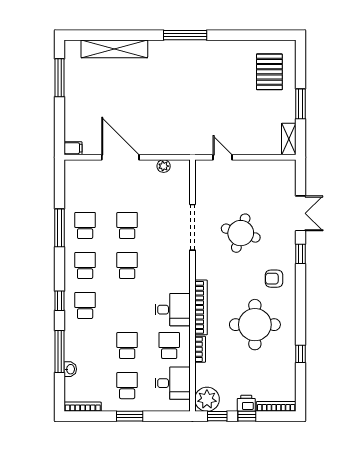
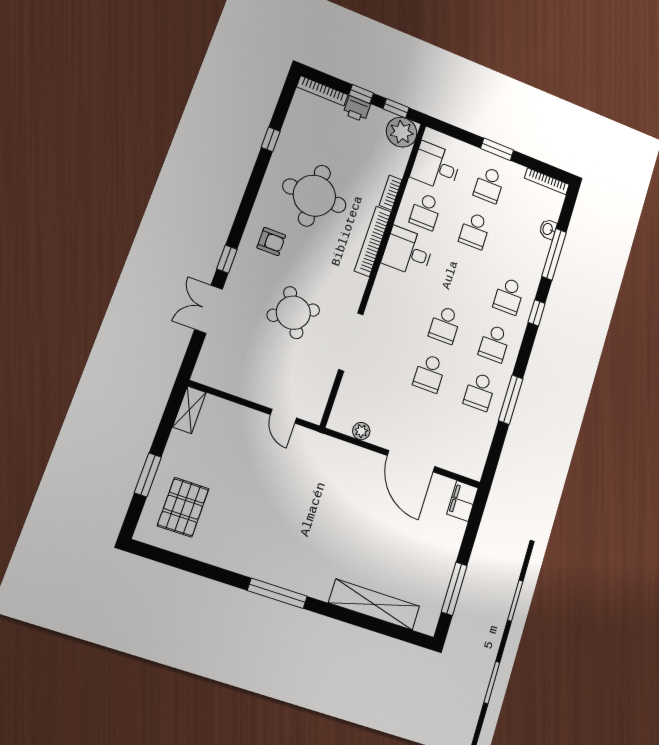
window: (301, 104) -> (148, 475), moved
filing cabinet: (73, 148) -> (462, 501), width x2.00
round table: (241, 233) -> (293, 313), turned 45

